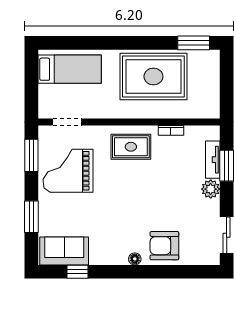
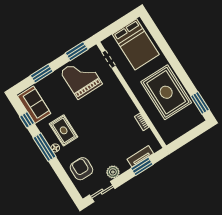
bed: (70, 69) -> (136, 44), width x1.50
rug: (131, 147) -> (64, 130), moved
plant: (211, 189) -> (113, 172), moved
armchair: (164, 246) -> (81, 169), moved
window: (125, 272) -> (44, 147), added

